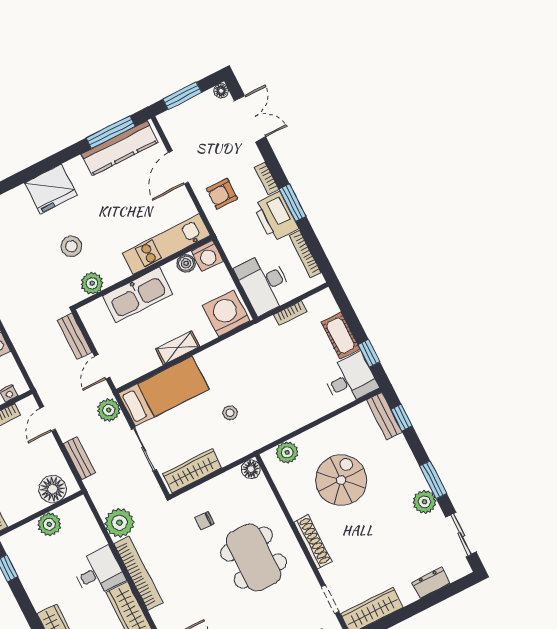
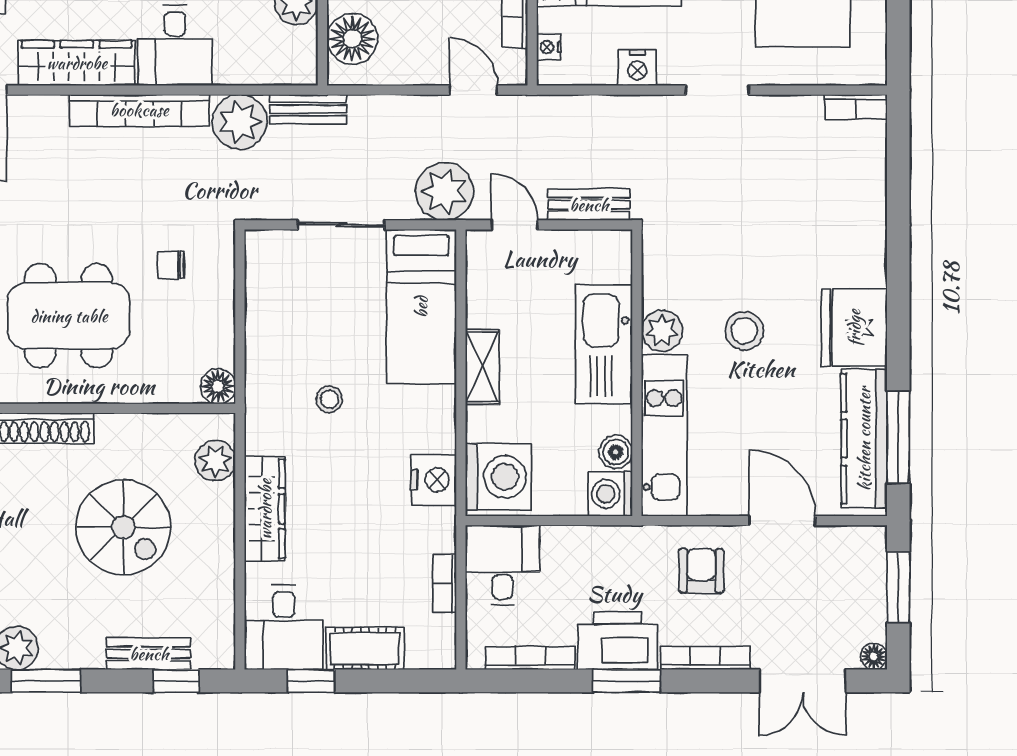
bookcase: (267, 178) -> (705, 658), width x1.56
fridge: (51, 189) -> (854, 328), moved
stool: (71, 246) -> (744, 331), moved
plant: (92, 283) -> (662, 331), moved
desk: (264, 283) -> (503, 565), width x0.73
nightstand: (243, 343) -> (434, 480), added
plant: (109, 410) -> (444, 191), width x1.36, depth x1.36
bench: (384, 416) -> (149, 654), moved
bench: (79, 458) -> (309, 109), moved
wardrobe: (192, 471) -> (265, 509), moved
chair: (204, 521) -> (171, 265), turned -90

